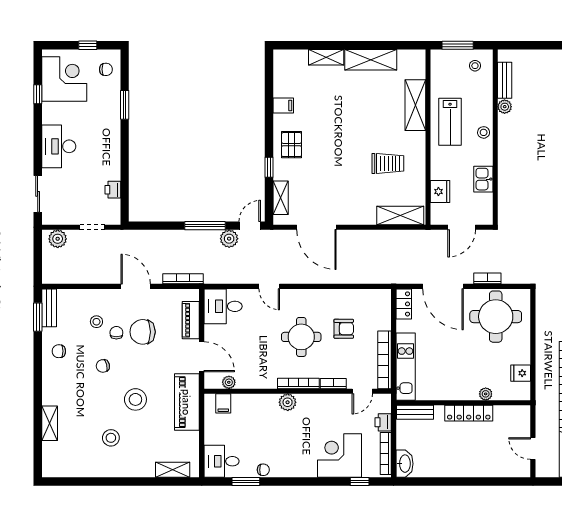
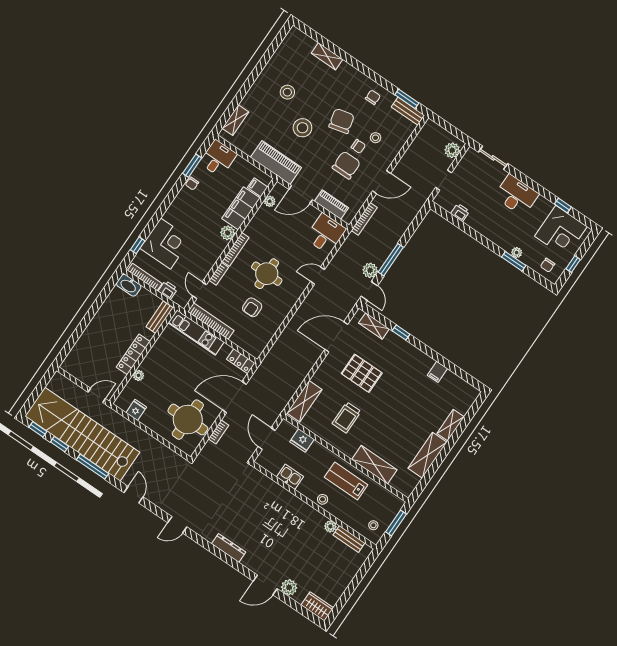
plant: (114, 108) -> (517, 253), added
pallet: (292, 145) -> (362, 373), moved, width x1.50, depth x1.42
chair: (103, 366) -> (342, 121), width x1.87, depth x1.87
filing cabinet: (255, 406) -> (241, 208), added
door: (533, 449) -> (97, 395), moved

